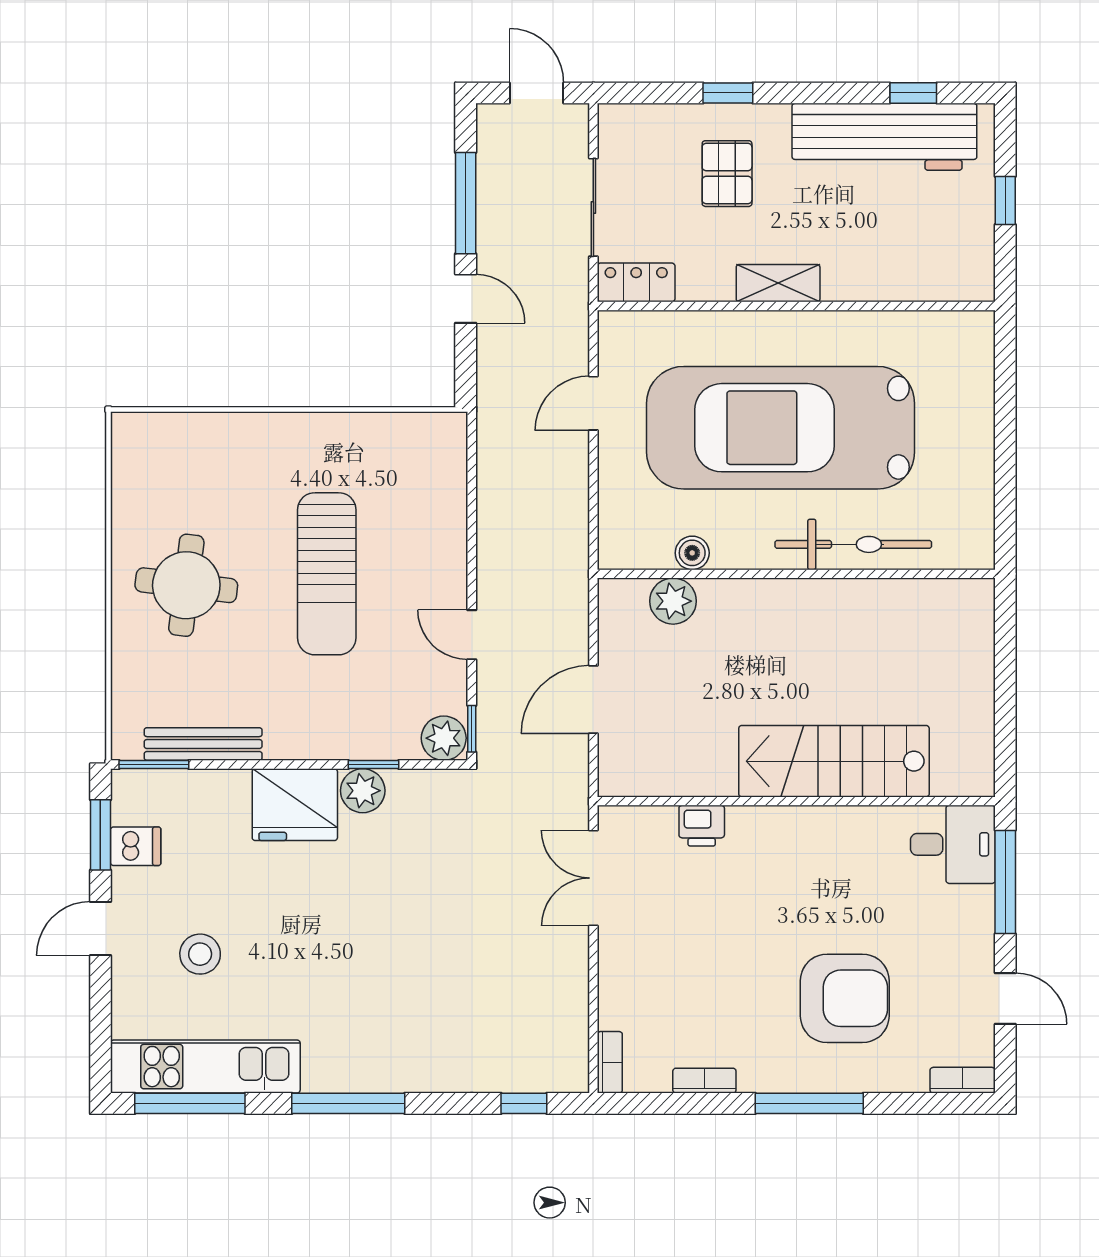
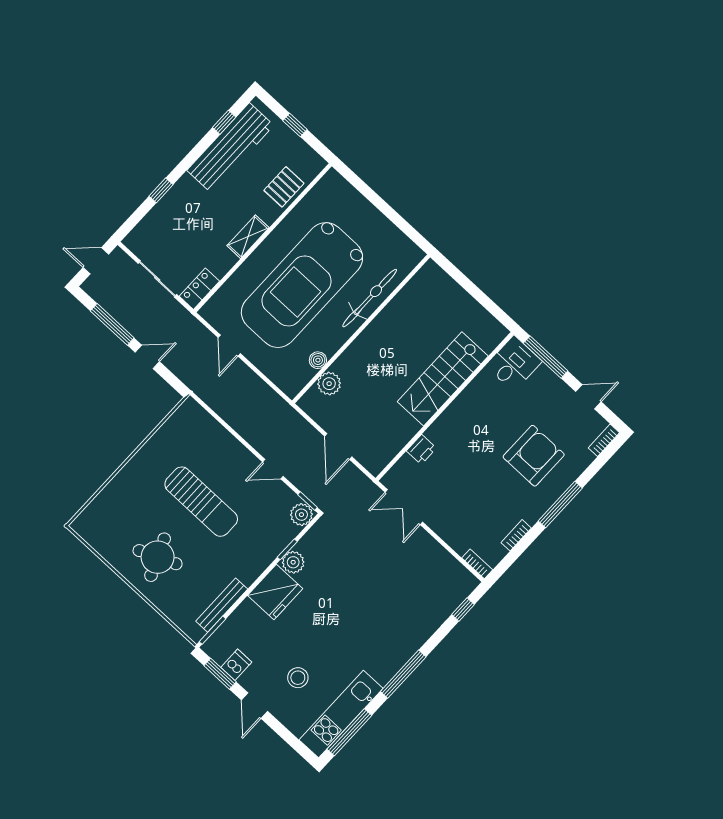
pallet: (727, 174) -> (284, 187), moved, turned 90
round table: (186, 585) -> (158, 557), turned -30

